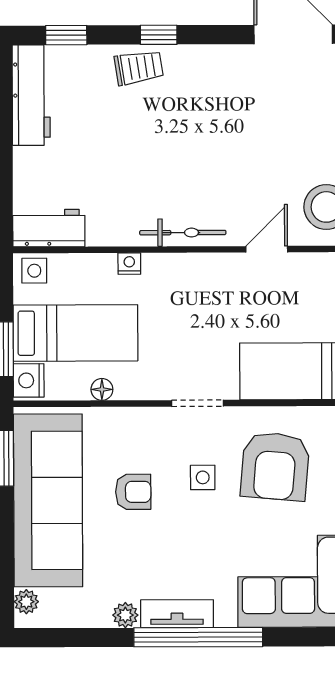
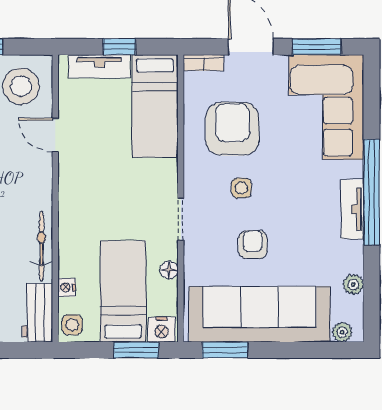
bicycle: (183, 233) -> (41, 246), moved
nightstand: (129, 264) -> (67, 287), moved
doorway: (198, 403) -> (181, 219), moved
armchair: (275, 466) -> (232, 129), turned -95
plant: (125, 615) -> (353, 284), moved

